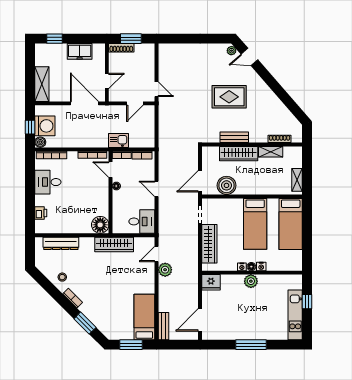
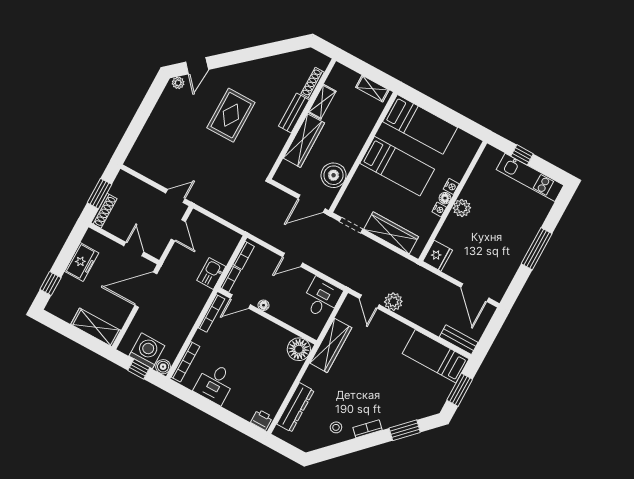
bench: (234, 137) -> (294, 113), moved
door: (200, 181) -> (312, 204), hinge flipped
printer: (41, 213) -> (262, 420), moved

